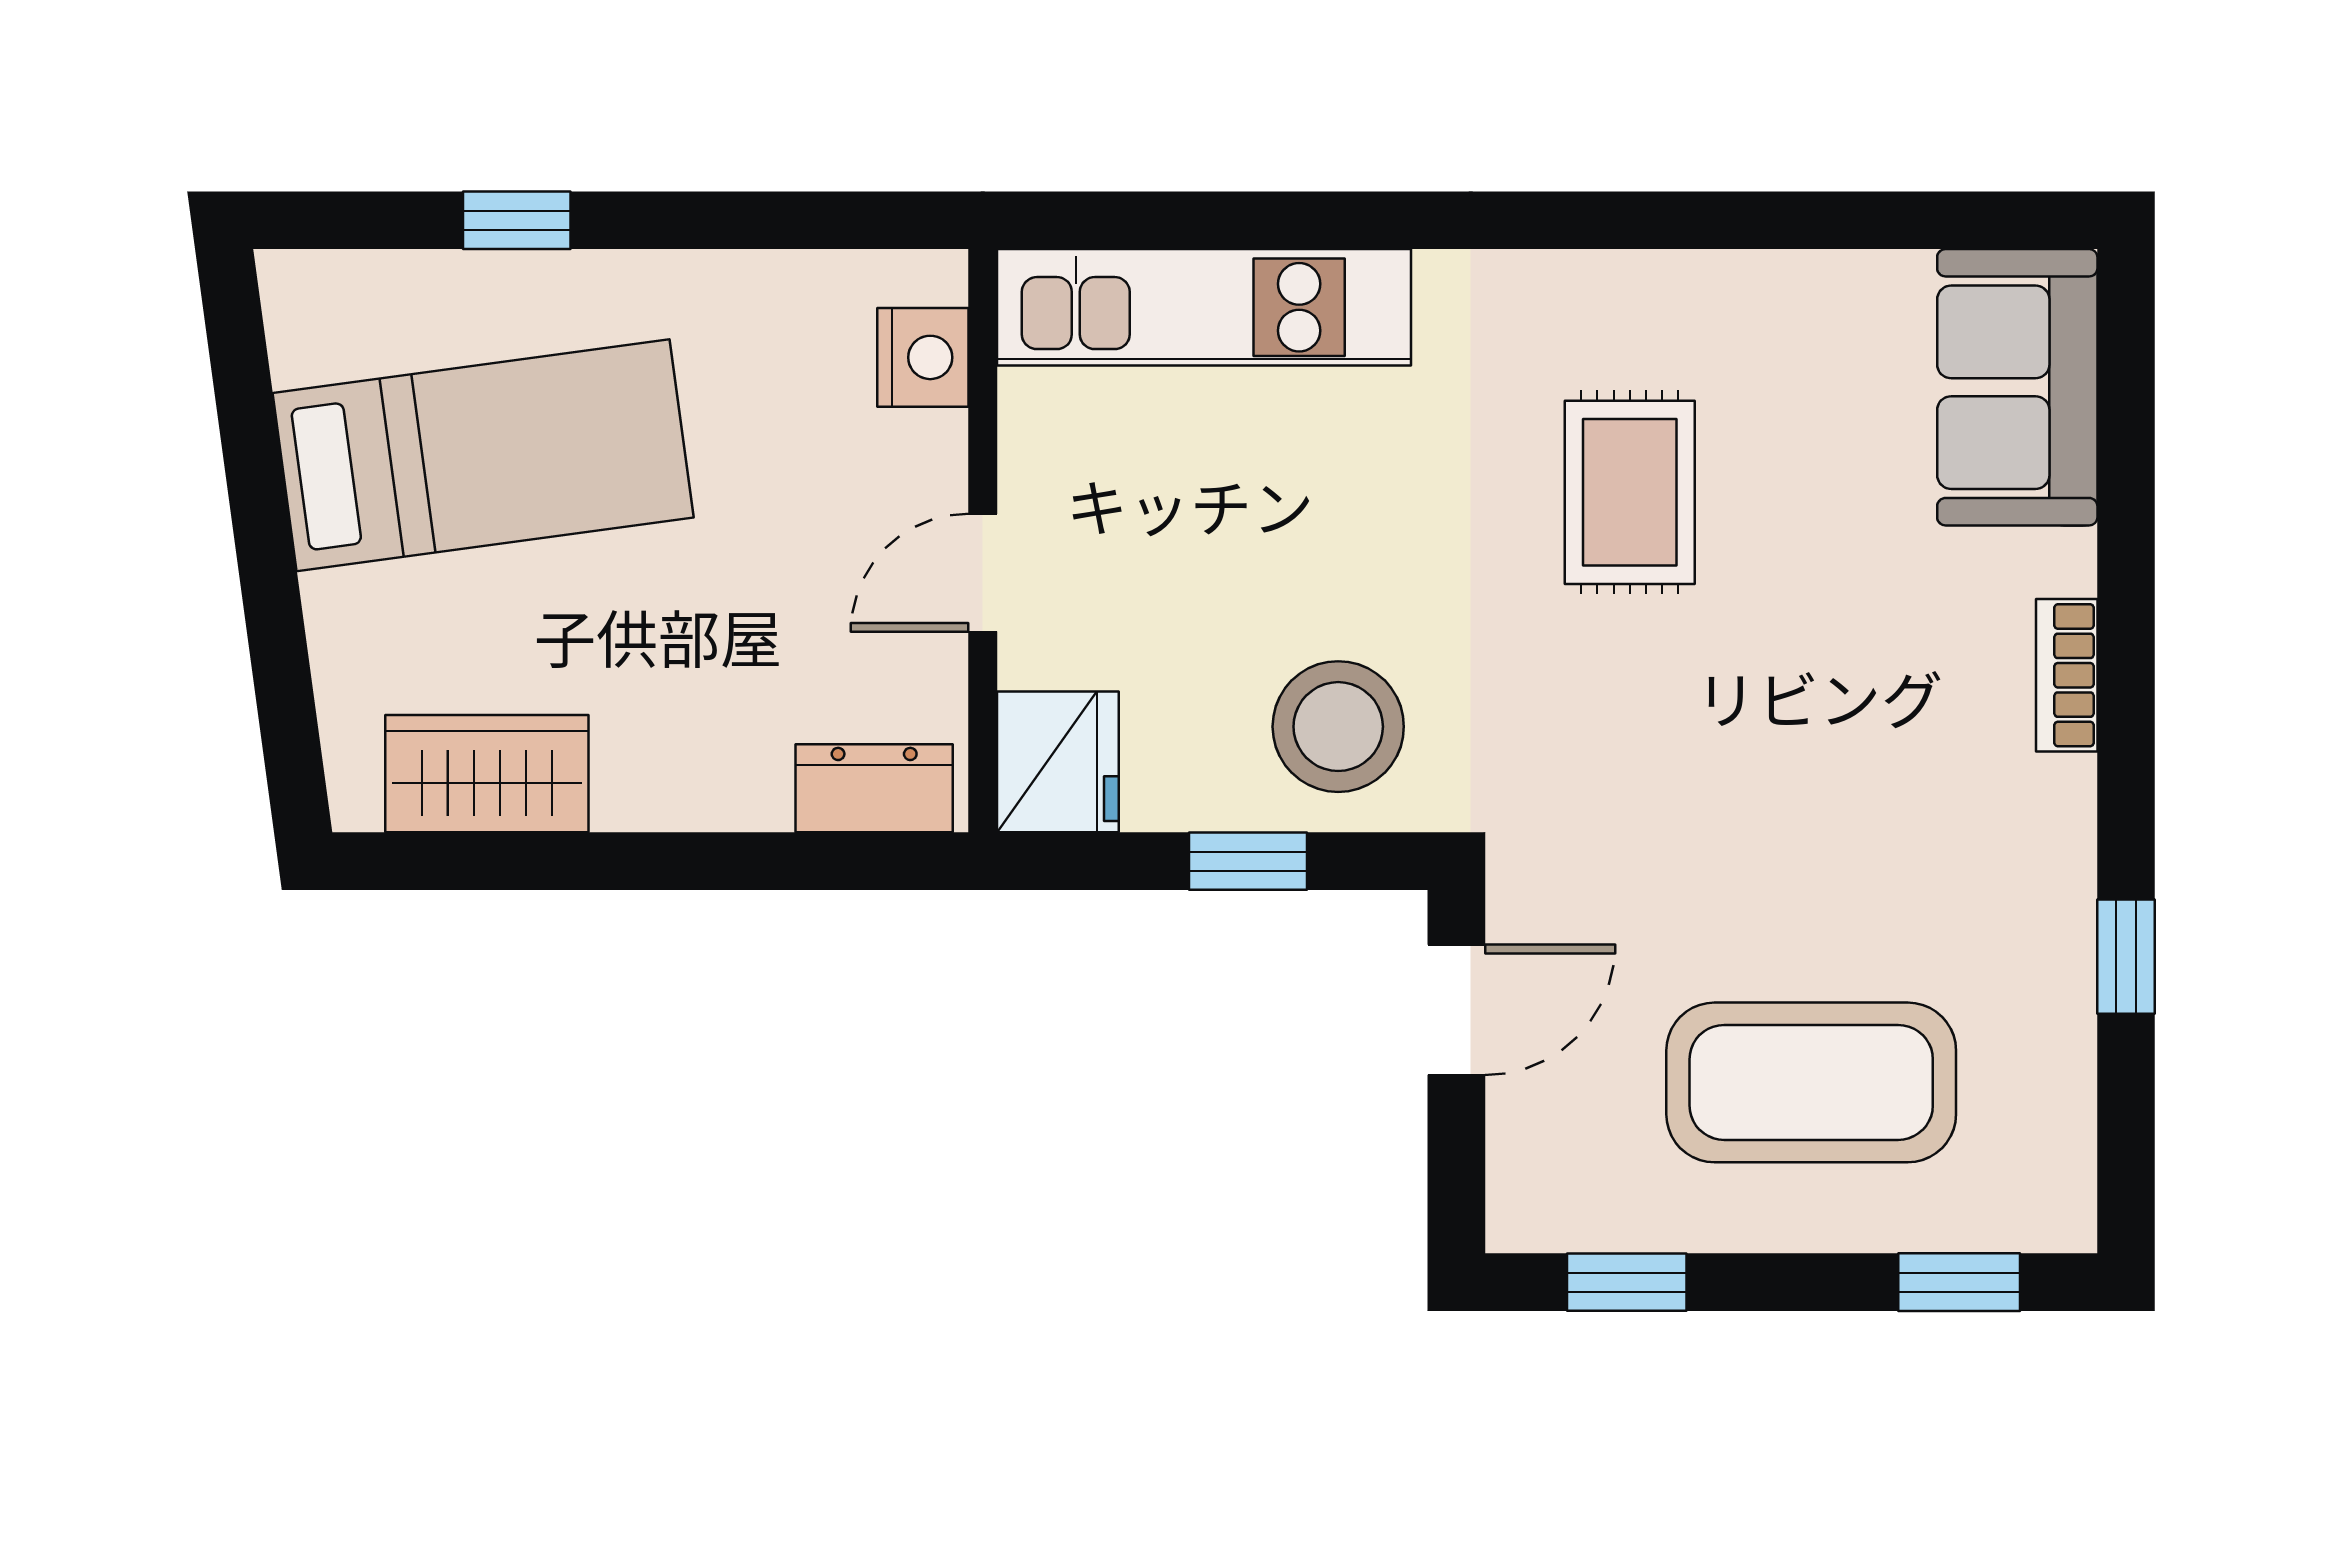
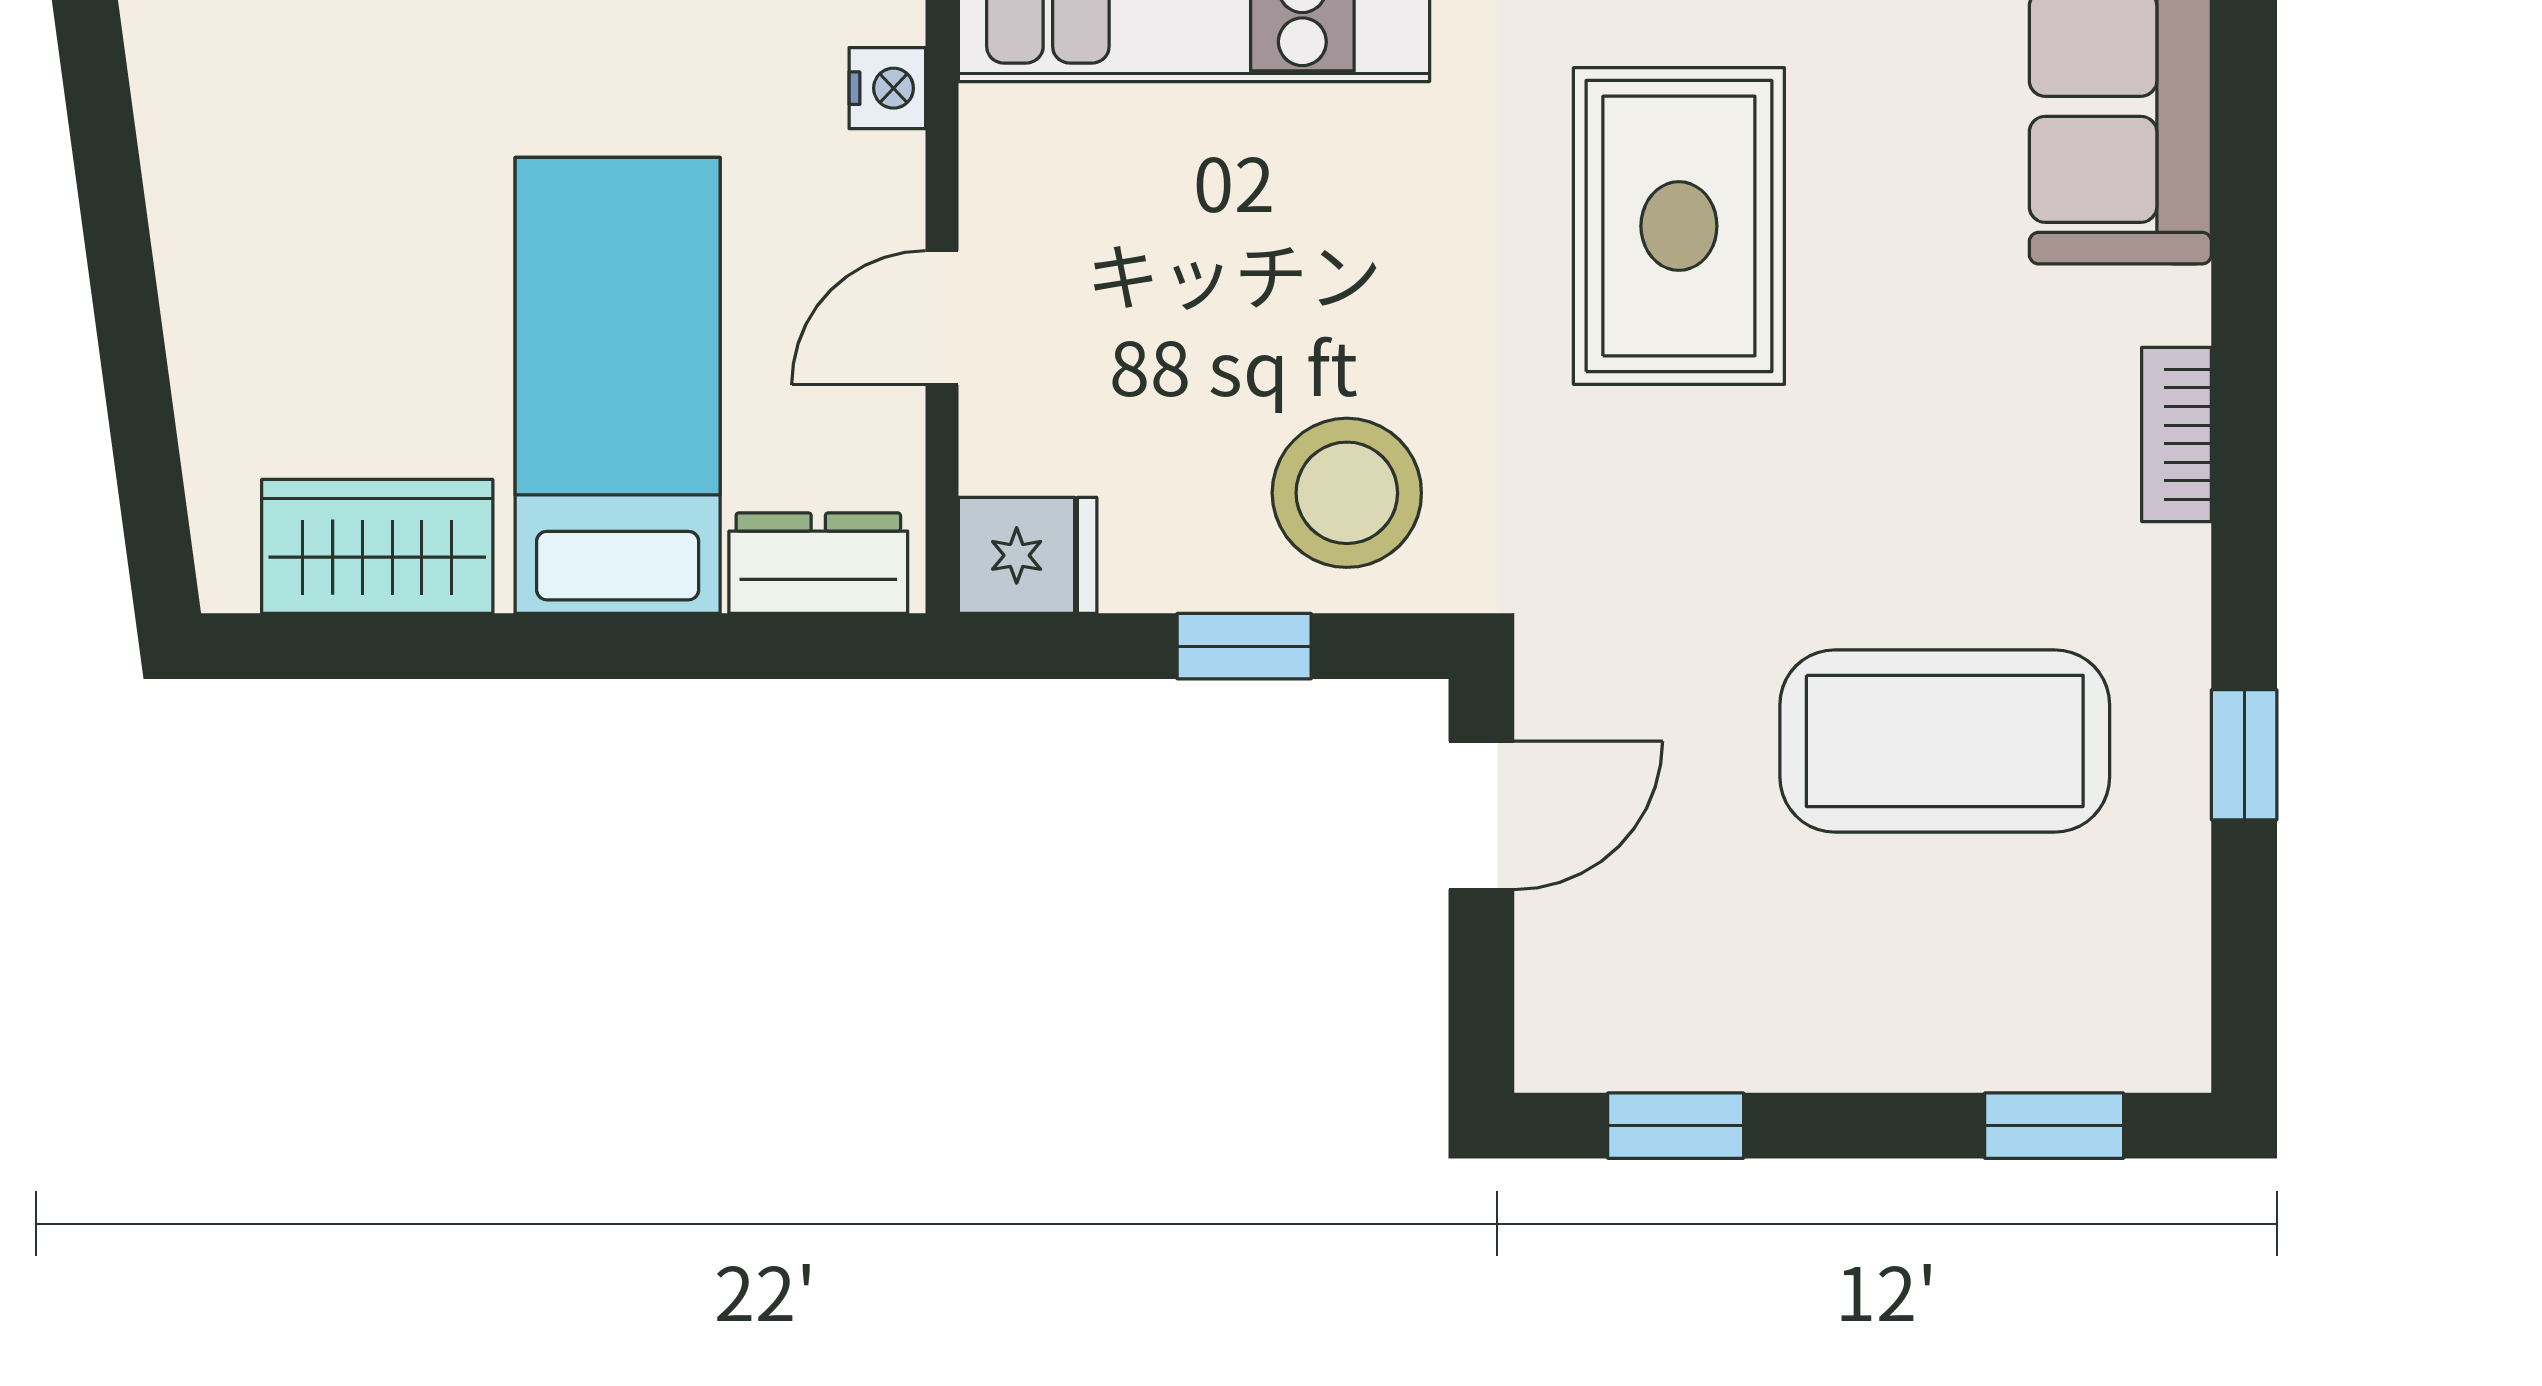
nightstand: (923, 357) -> (887, 88), width x0.72, depth x0.74
bed: (483, 455) -> (618, 385), moved, turned -82
rug: (1630, 492) -> (1679, 226), width x1.36, depth x1.43
fridge: (1058, 762) -> (1028, 555), width x0.72
coffee table: (1811, 1082) -> (1945, 741), moved

